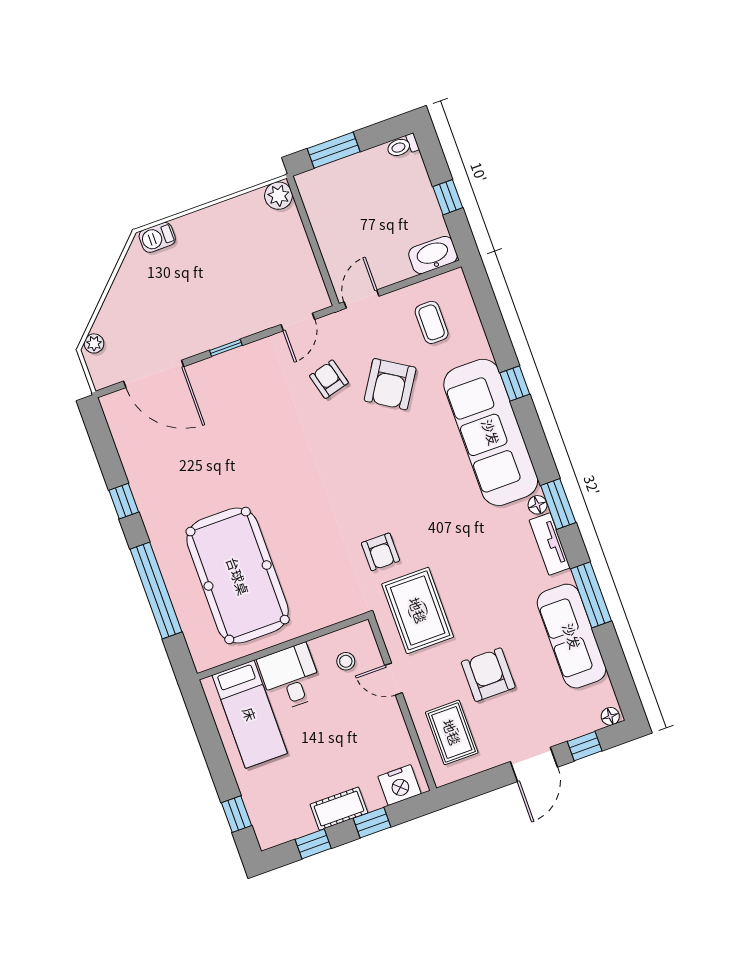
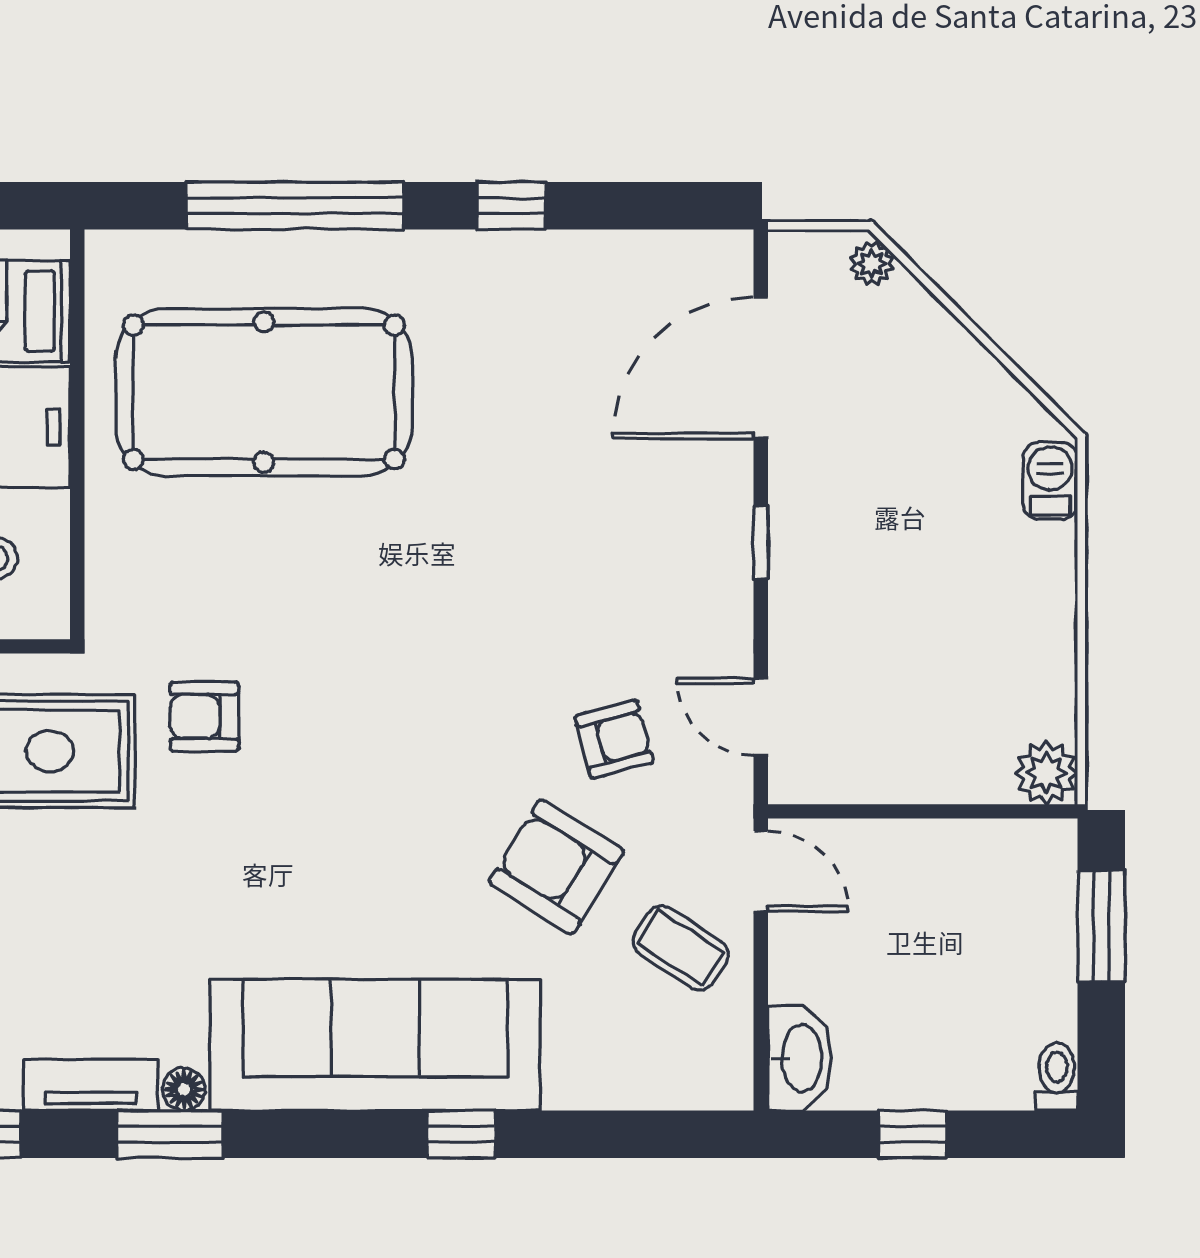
coffee table: (432, 322) -> (681, 948), moved, turned 33

